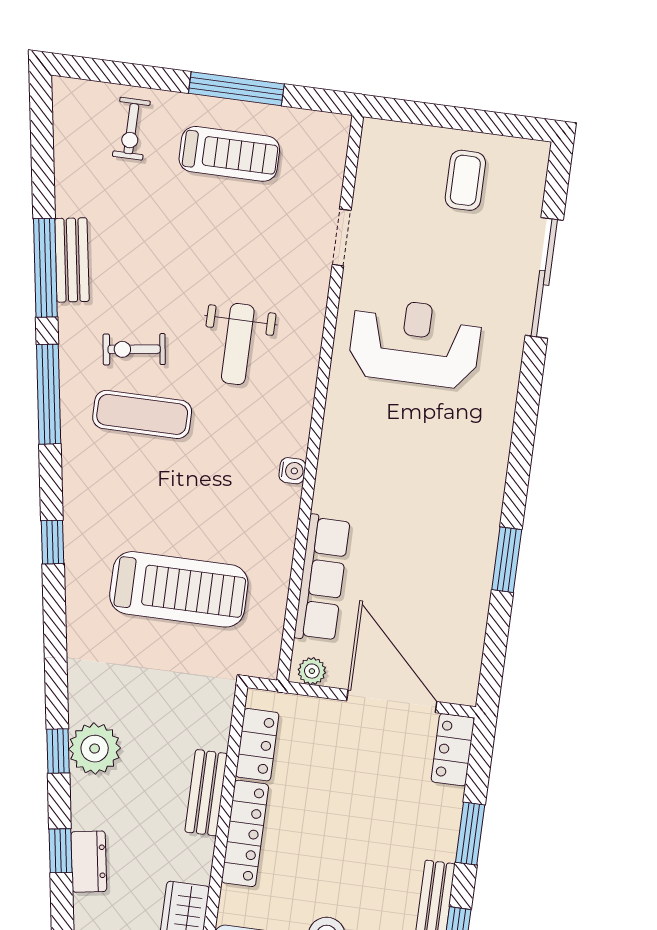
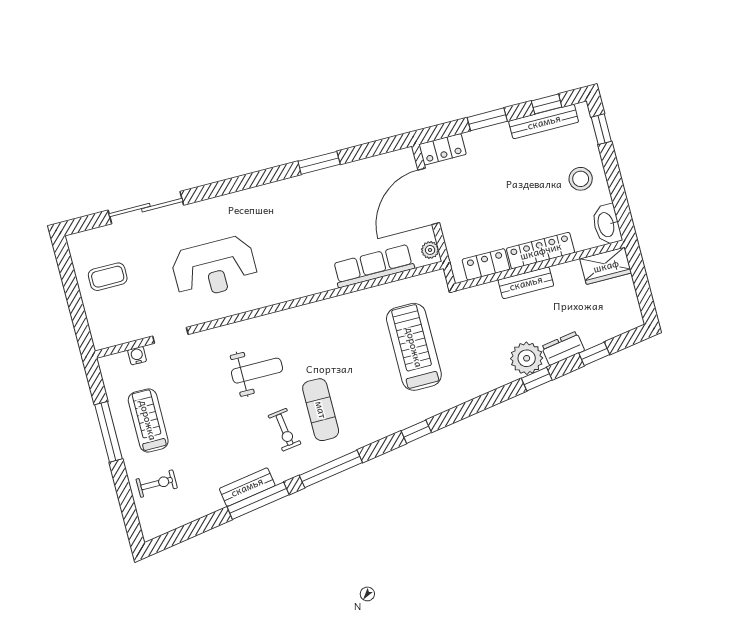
reception desk: (415, 343) -> (214, 268), turned -90
water cooler: (292, 471) -> (137, 356), moved
dresser: (89, 862) -> (563, 348), moved

